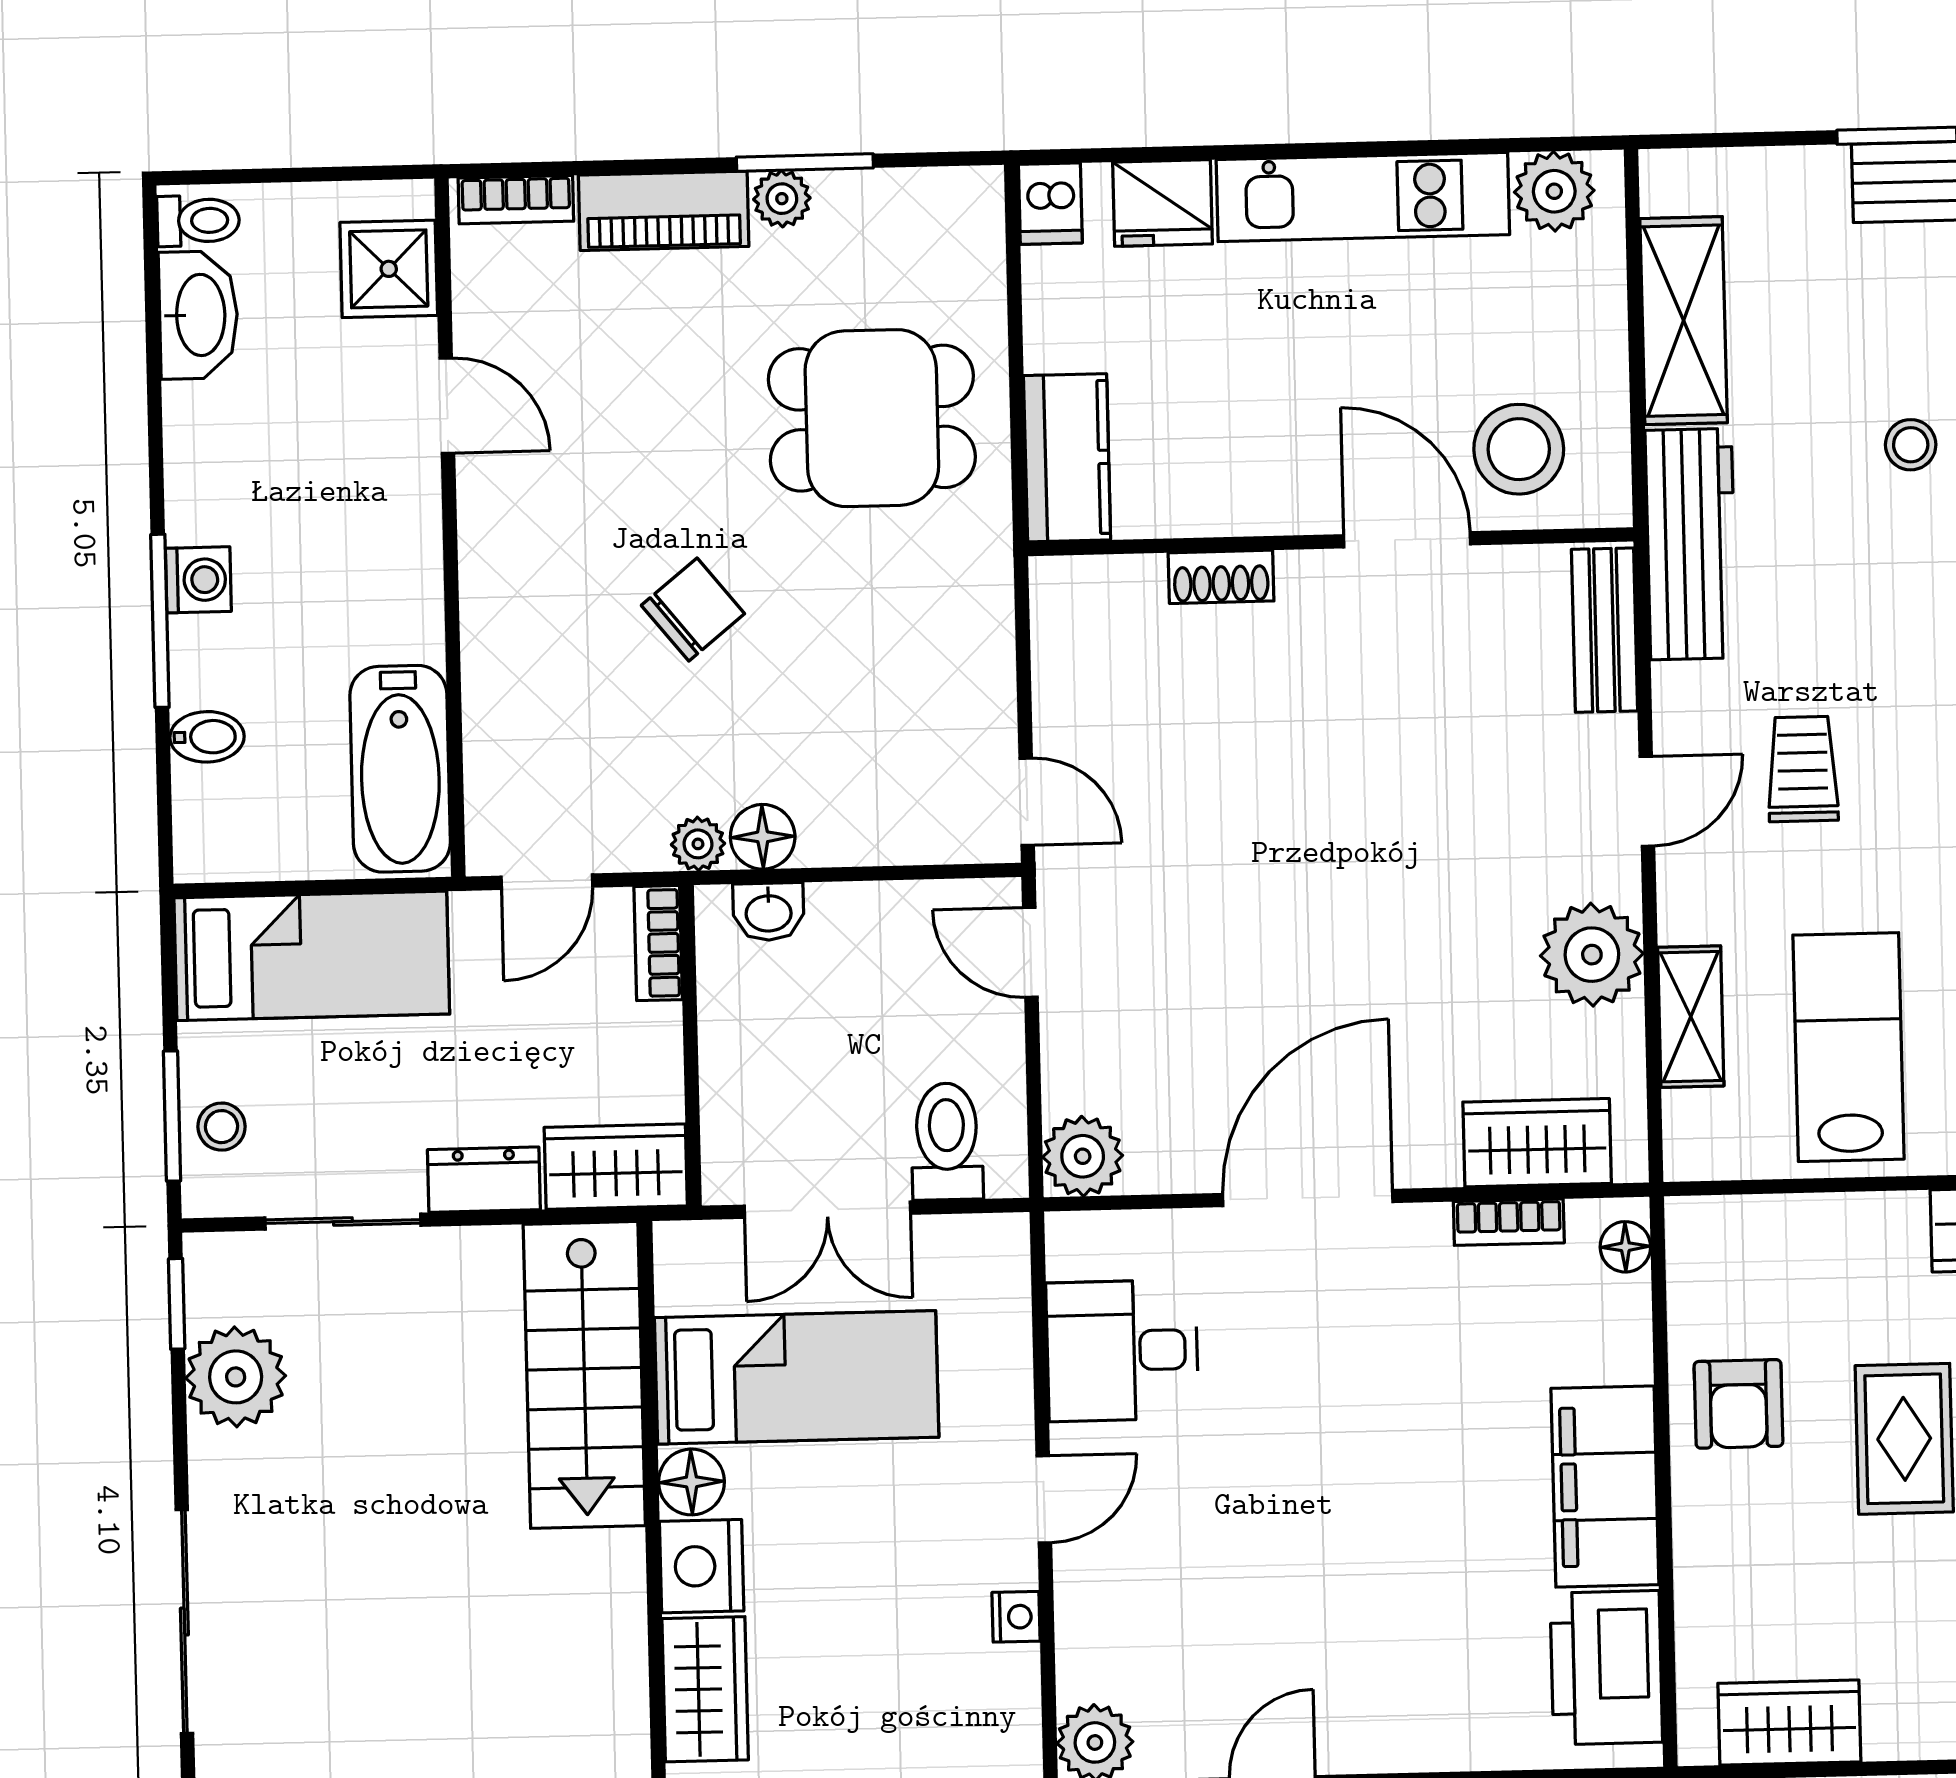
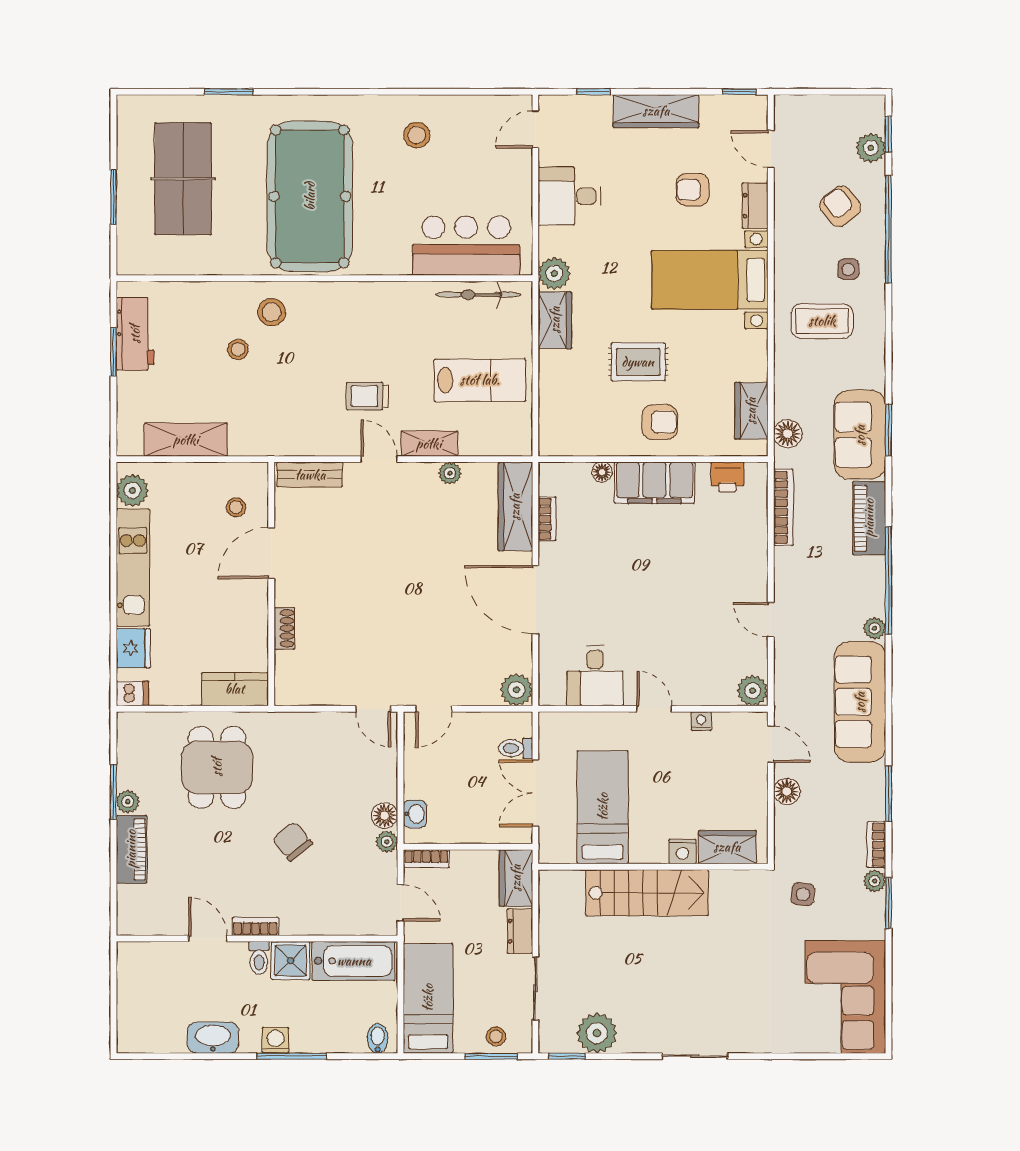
bookcase: (516, 200) -> (255, 926), moved, turned -90
toilet: (198, 221) -> (259, 958), moved, turned 180
shower: (389, 269) -> (291, 961), moved
washbasin: (198, 315) -> (213, 1038), moved
door: (447, 406) -> (208, 938), hinge flipped
stool: (1519, 449) -> (236, 507), width x0.53, depth x0.53
workbench: (1691, 544) -> (276, 439), removed
bidet: (207, 737) -> (378, 1038), moved
door: (1027, 802) -> (373, 709), swing flipped
plant: (1592, 955) -> (450, 473), width x0.53, depth x0.53
shelving: (1691, 1017) -> (429, 444), moved
lab bench: (1848, 1047) -> (480, 380), turned 180
toilet: (947, 1141) -> (516, 748), width x0.73, depth x0.72
wardrobe: (1537, 1143) -> (515, 507), width x1.50
double door: (827, 1210) -> (535, 793), swing flipped
floor lamp: (1625, 1247) -> (602, 472), moved
stairs: (584, 1375) -> (647, 893), moved
armchair: (1738, 1404) -> (660, 422), moved
floor lamp: (691, 1482) -> (644, 851), removed
nightstand: (702, 1566) -> (683, 851), width x0.74, depth x0.75
sliding door: (184, 1622) -> (695, 1056), width x0.73
printer: (1606, 1668) -> (727, 477), width x0.53, depth x0.68

